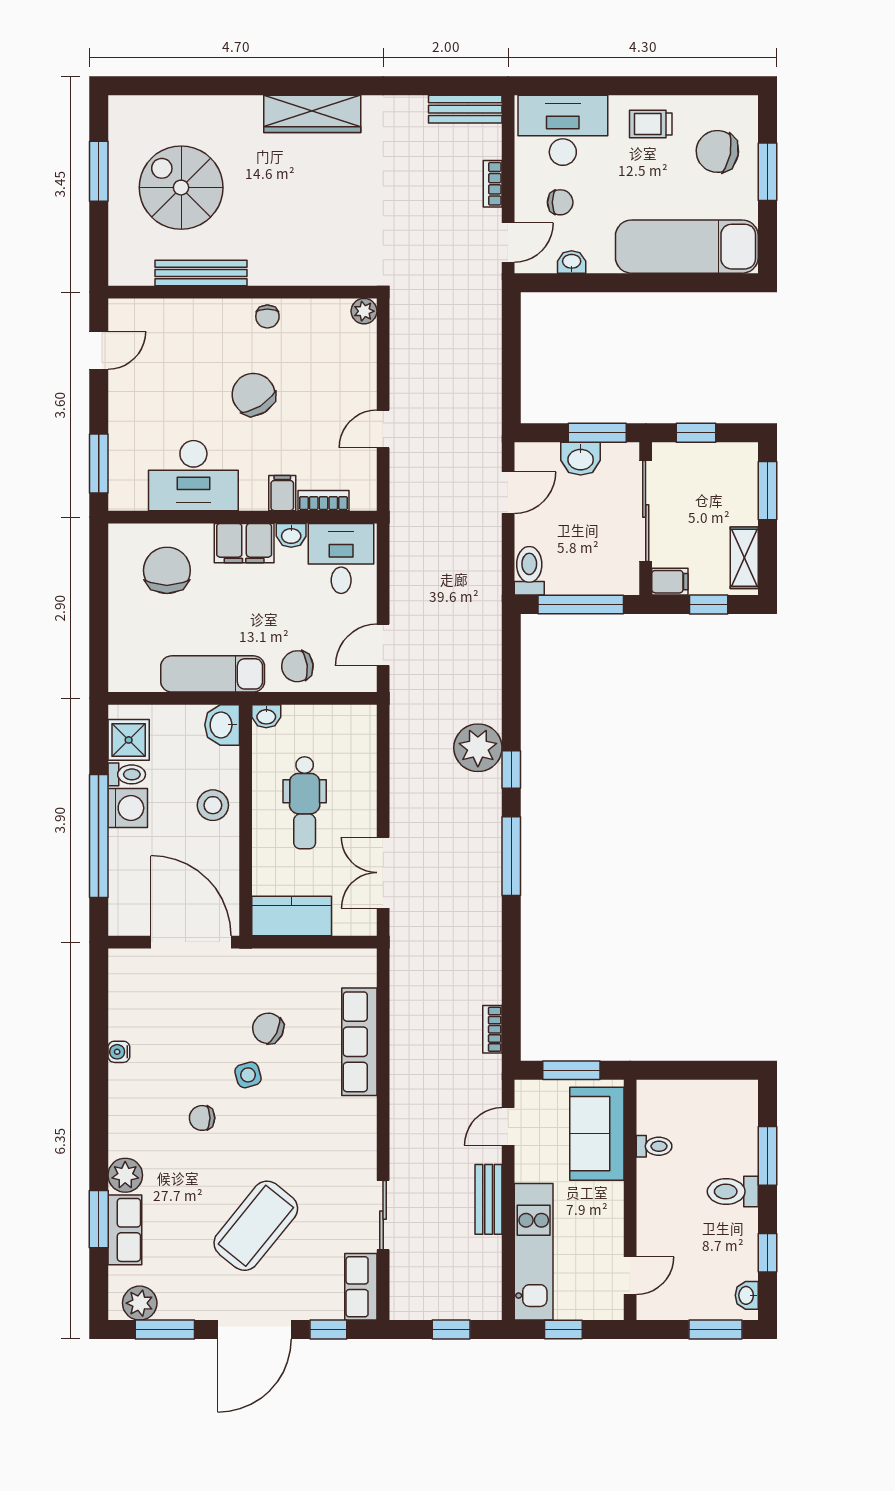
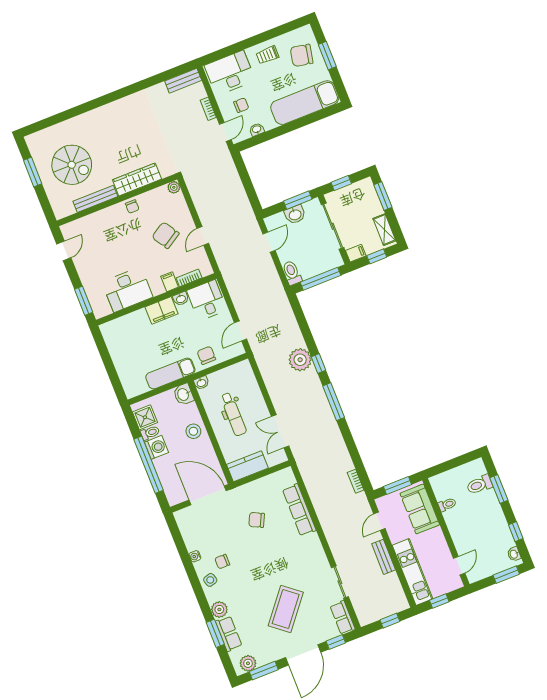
wardrobe: (312, 114) -> (137, 179), moved, turned 180
spiral stairs: (181, 188) -> (72, 165), turned 180
chair: (253, 394) -> (165, 235), moved
chair: (167, 570) -> (132, 336), removed
chair: (297, 666) -> (206, 355), turned 97
side table: (248, 1075) -> (210, 580), moved
chair: (202, 1118) -> (222, 562), moved
toilet: (733, 1191) -> (479, 485), moved

